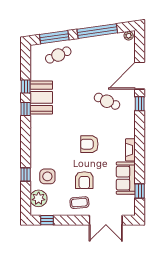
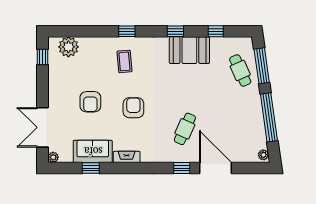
window: (26, 87) -> (216, 31), moved
window: (26, 175) -> (127, 31), moved
side table: (47, 176) -> (95, 58), removed
armchair: (84, 180) -> (90, 102), turned -90
window: (140, 191) -> (91, 168), moved
coffee table: (79, 203) -> (124, 61), moved
plant: (131, 211) -> (53, 157), added

